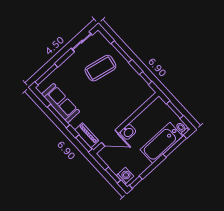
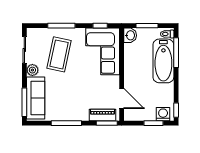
plant: (73, 60) -> (32, 70), added
corner sofa: (130, 96) -> (103, 51), added
sofa: (61, 103) -> (36, 98), moved, turned 90
washbasin: (128, 132) -> (130, 35), moved
door: (110, 138) -> (122, 98), hinge flipped

